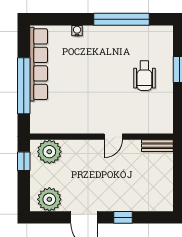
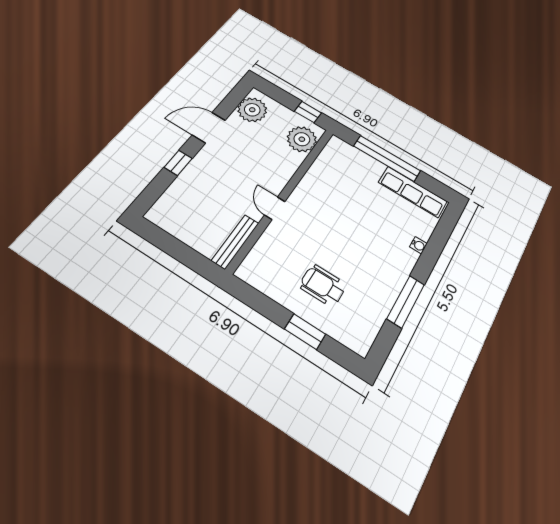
window: (121, 19) -> (406, 302), width x0.68
row of seats: (39, 64) -> (413, 192), width x0.73
bench: (157, 146) -> (235, 242), width x1.36

